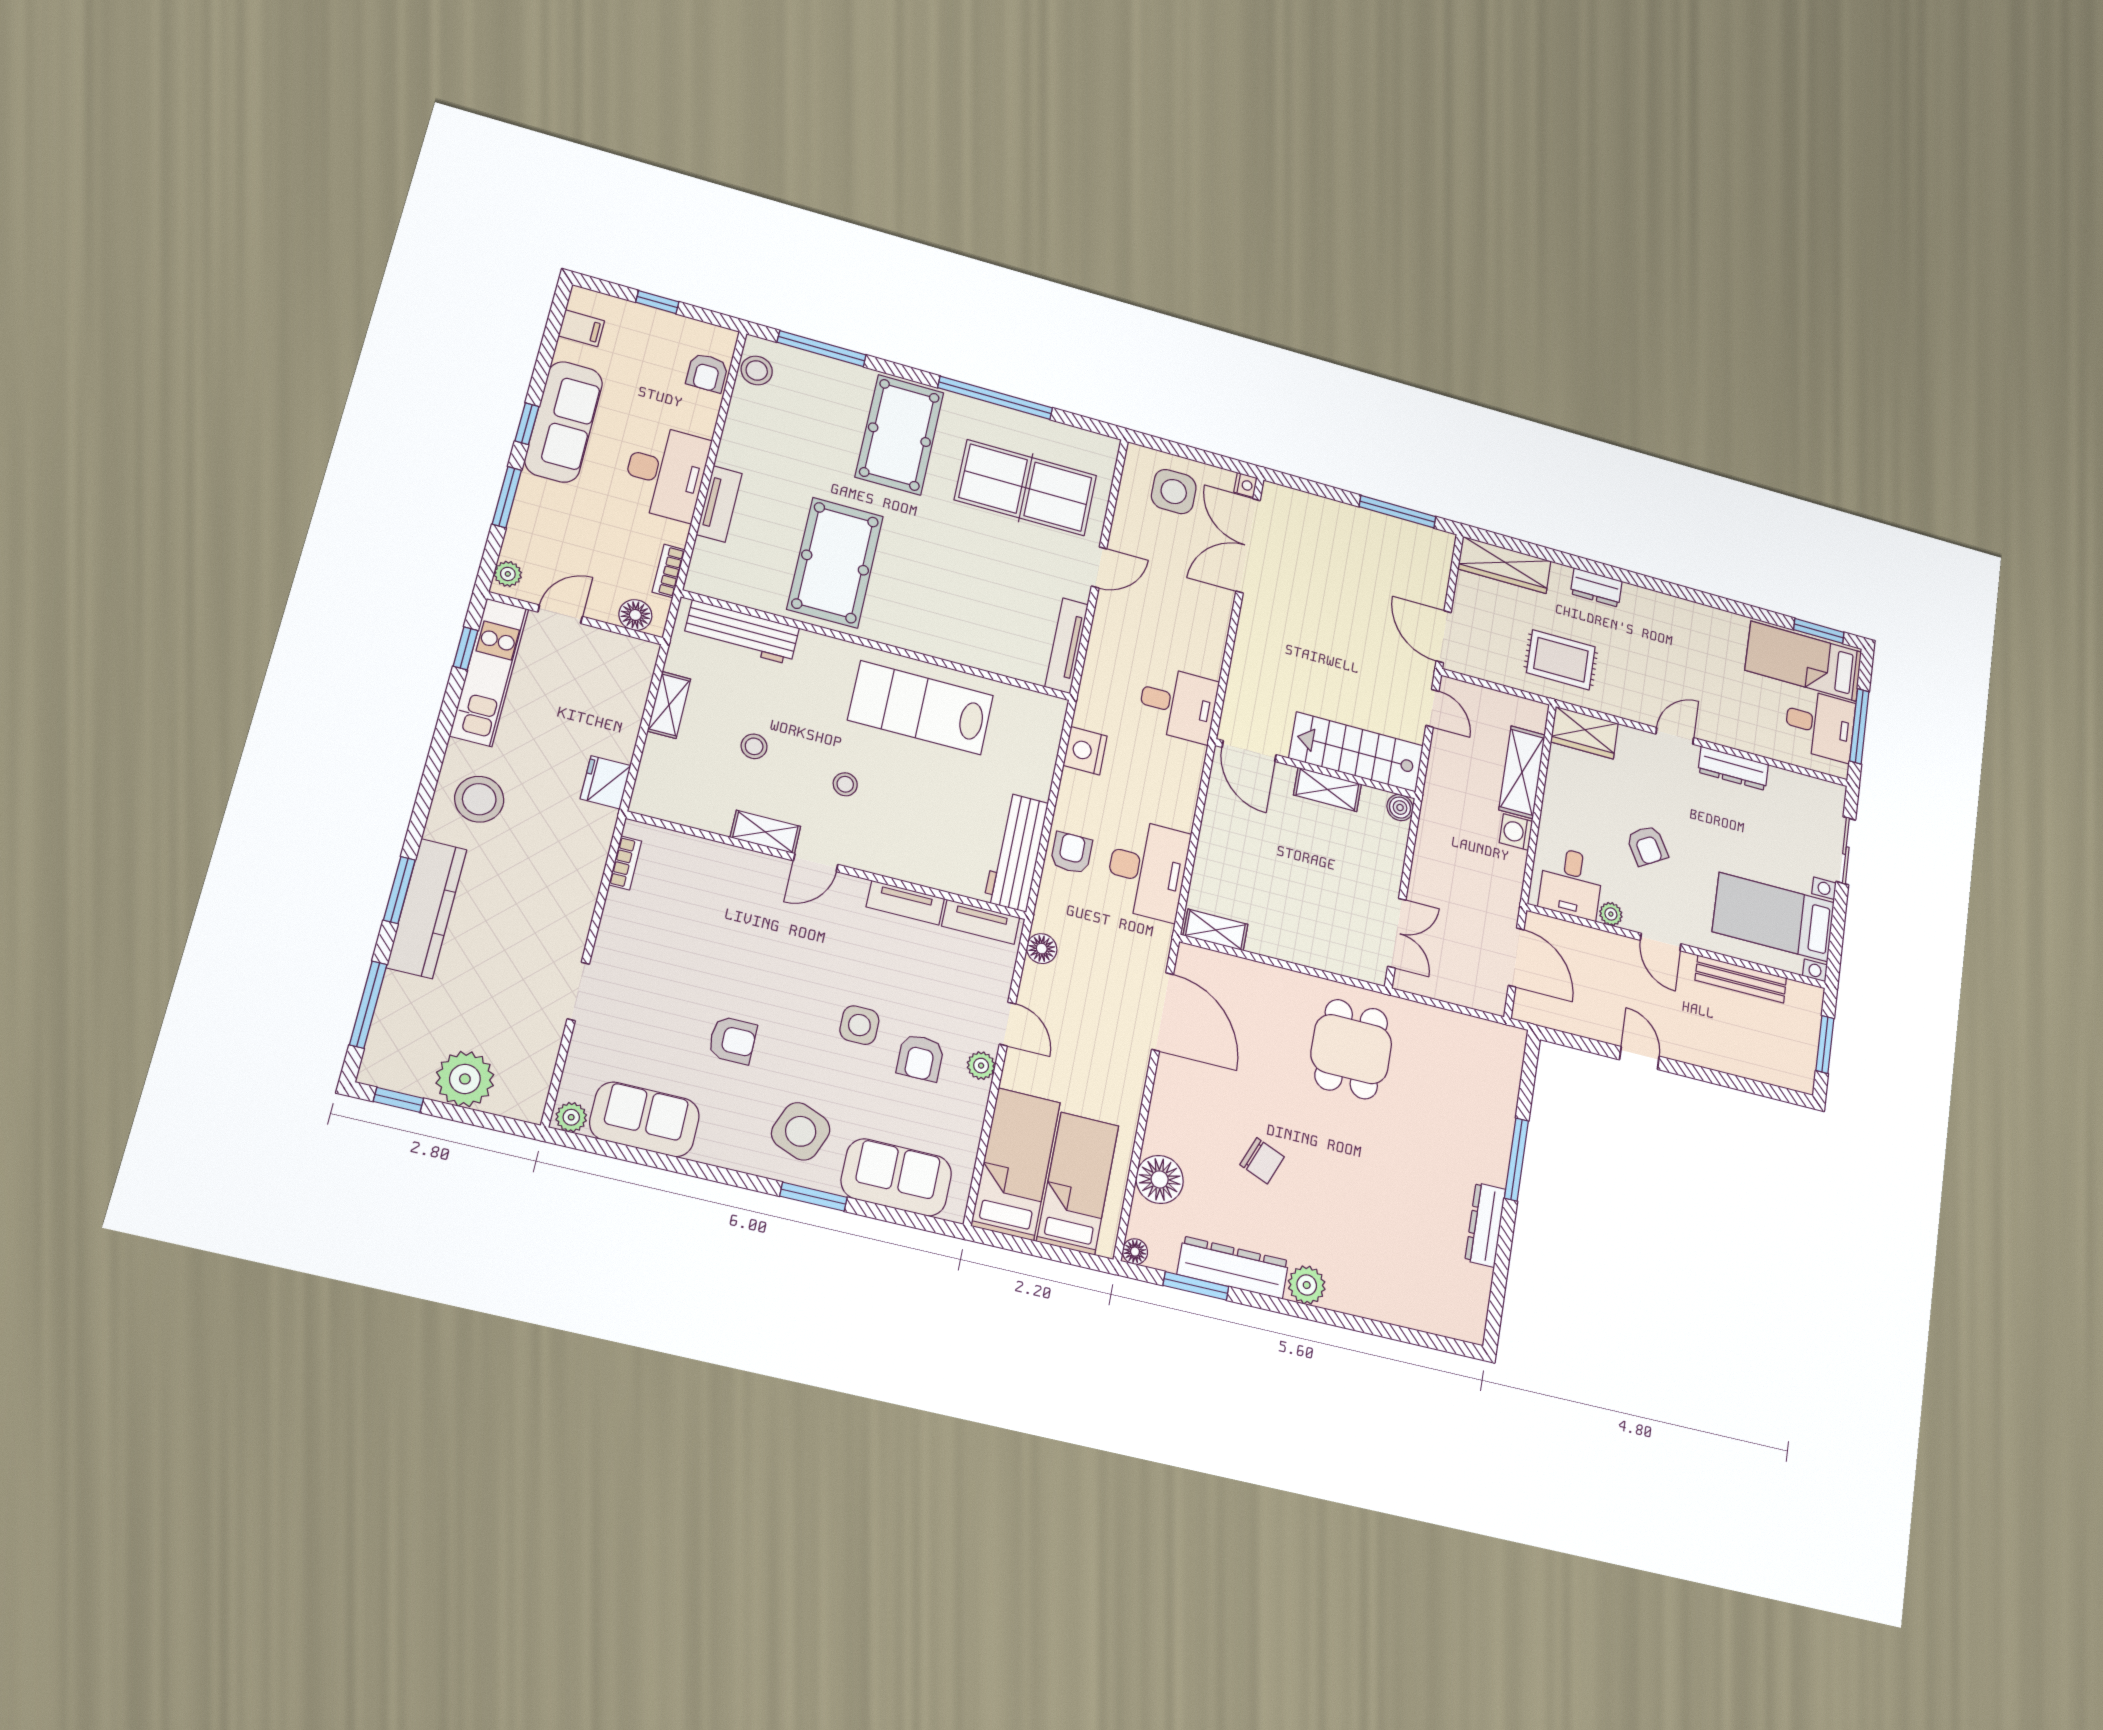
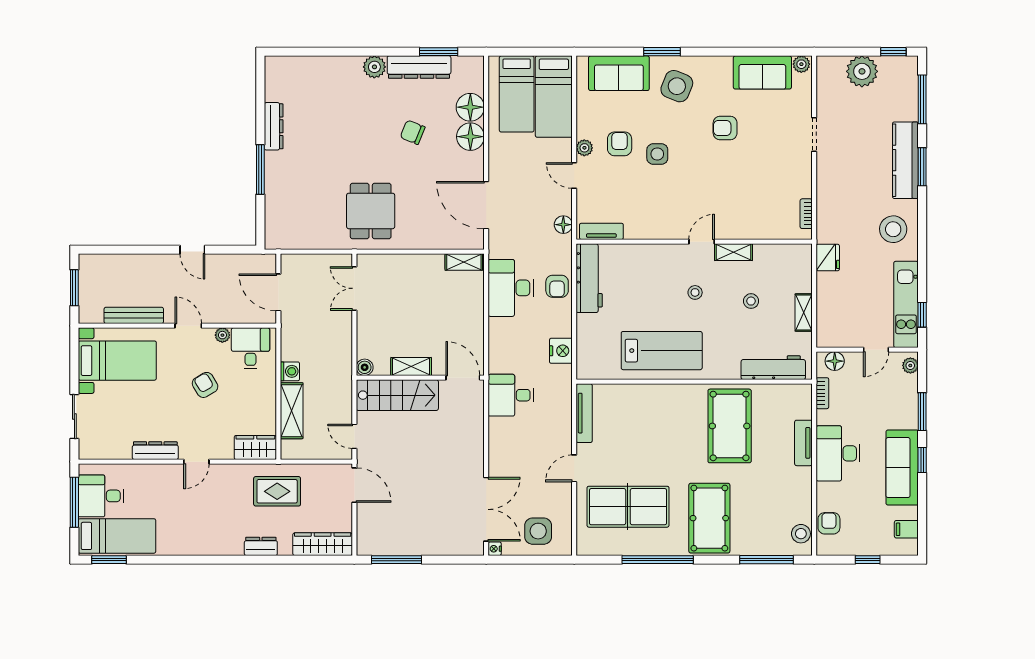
tv unit: (905, 903) -> (646, 231), removed
floor lamp: (1135, 1252) -> (470, 137), moved, width x1.89, depth x1.89

